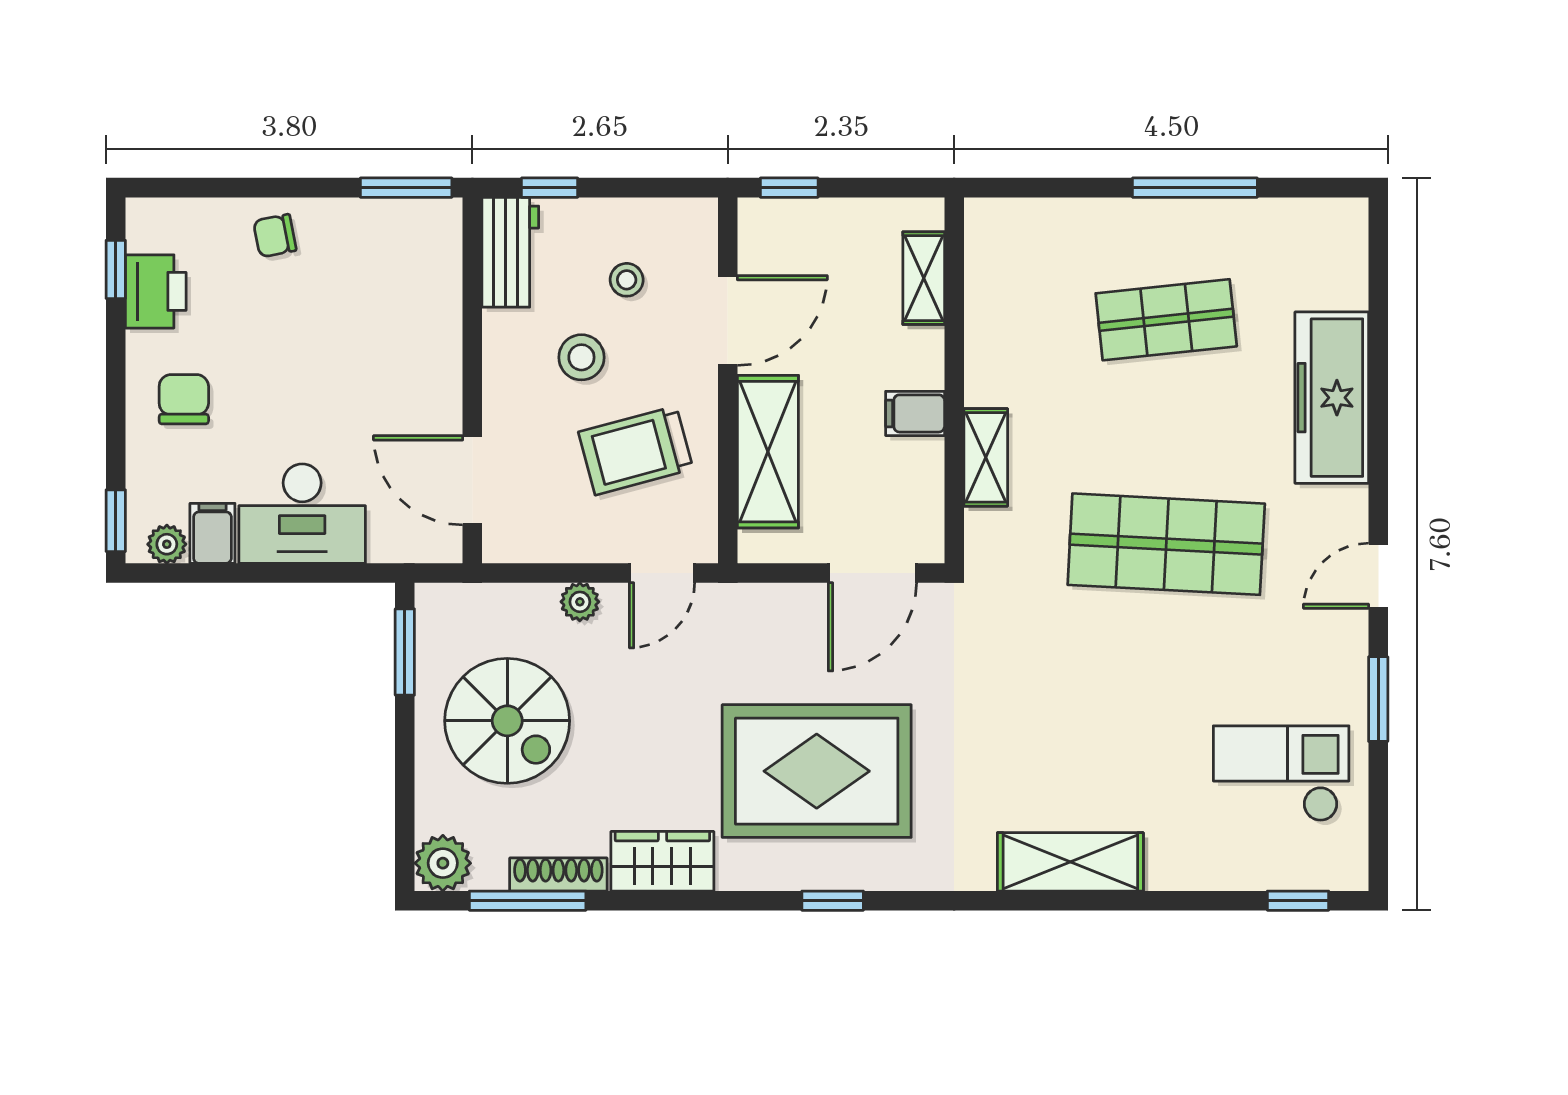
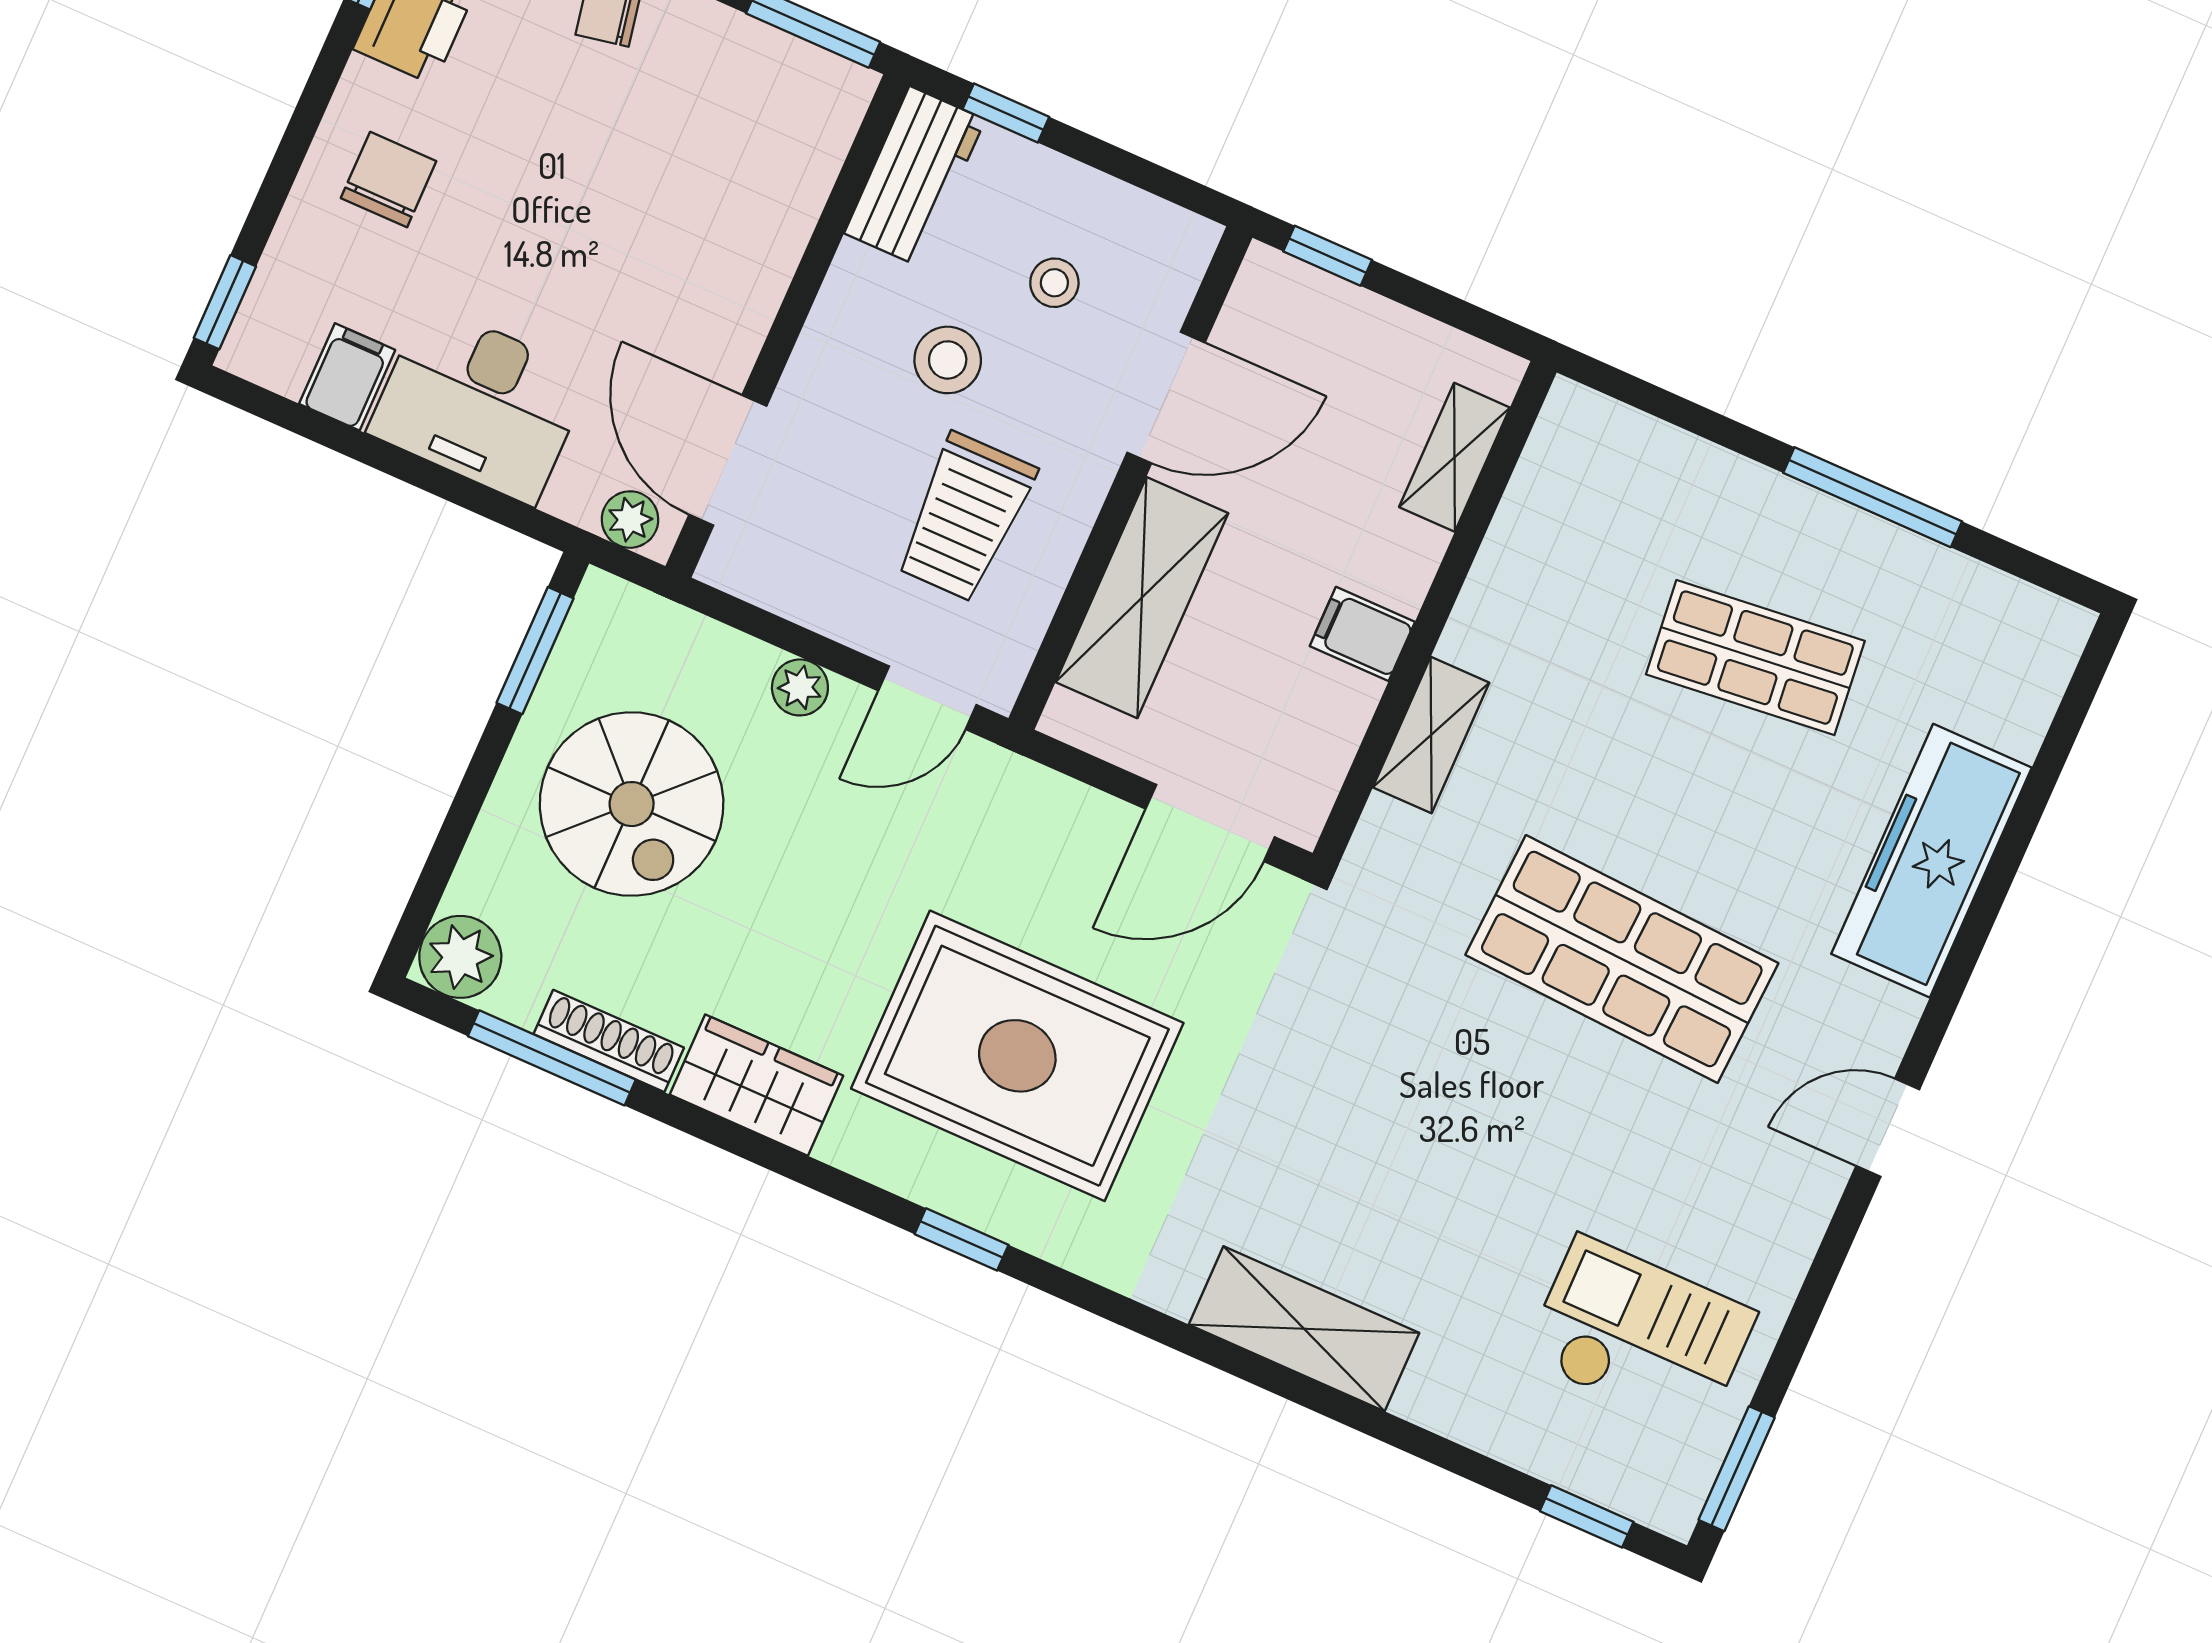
trolley: (636, 450) -> (965, 517), turned -75
plant: (167, 544) -> (630, 520), moved
window: (1378, 699) -> (1737, 1469), moved

